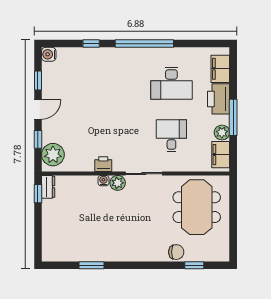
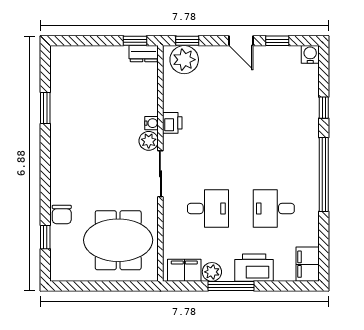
filing cabinet: (220, 69) -> (308, 264), moved, turned -90
desk: (171, 83) -> (274, 208), width x0.73
window: (38, 139) -> (187, 41), moved

